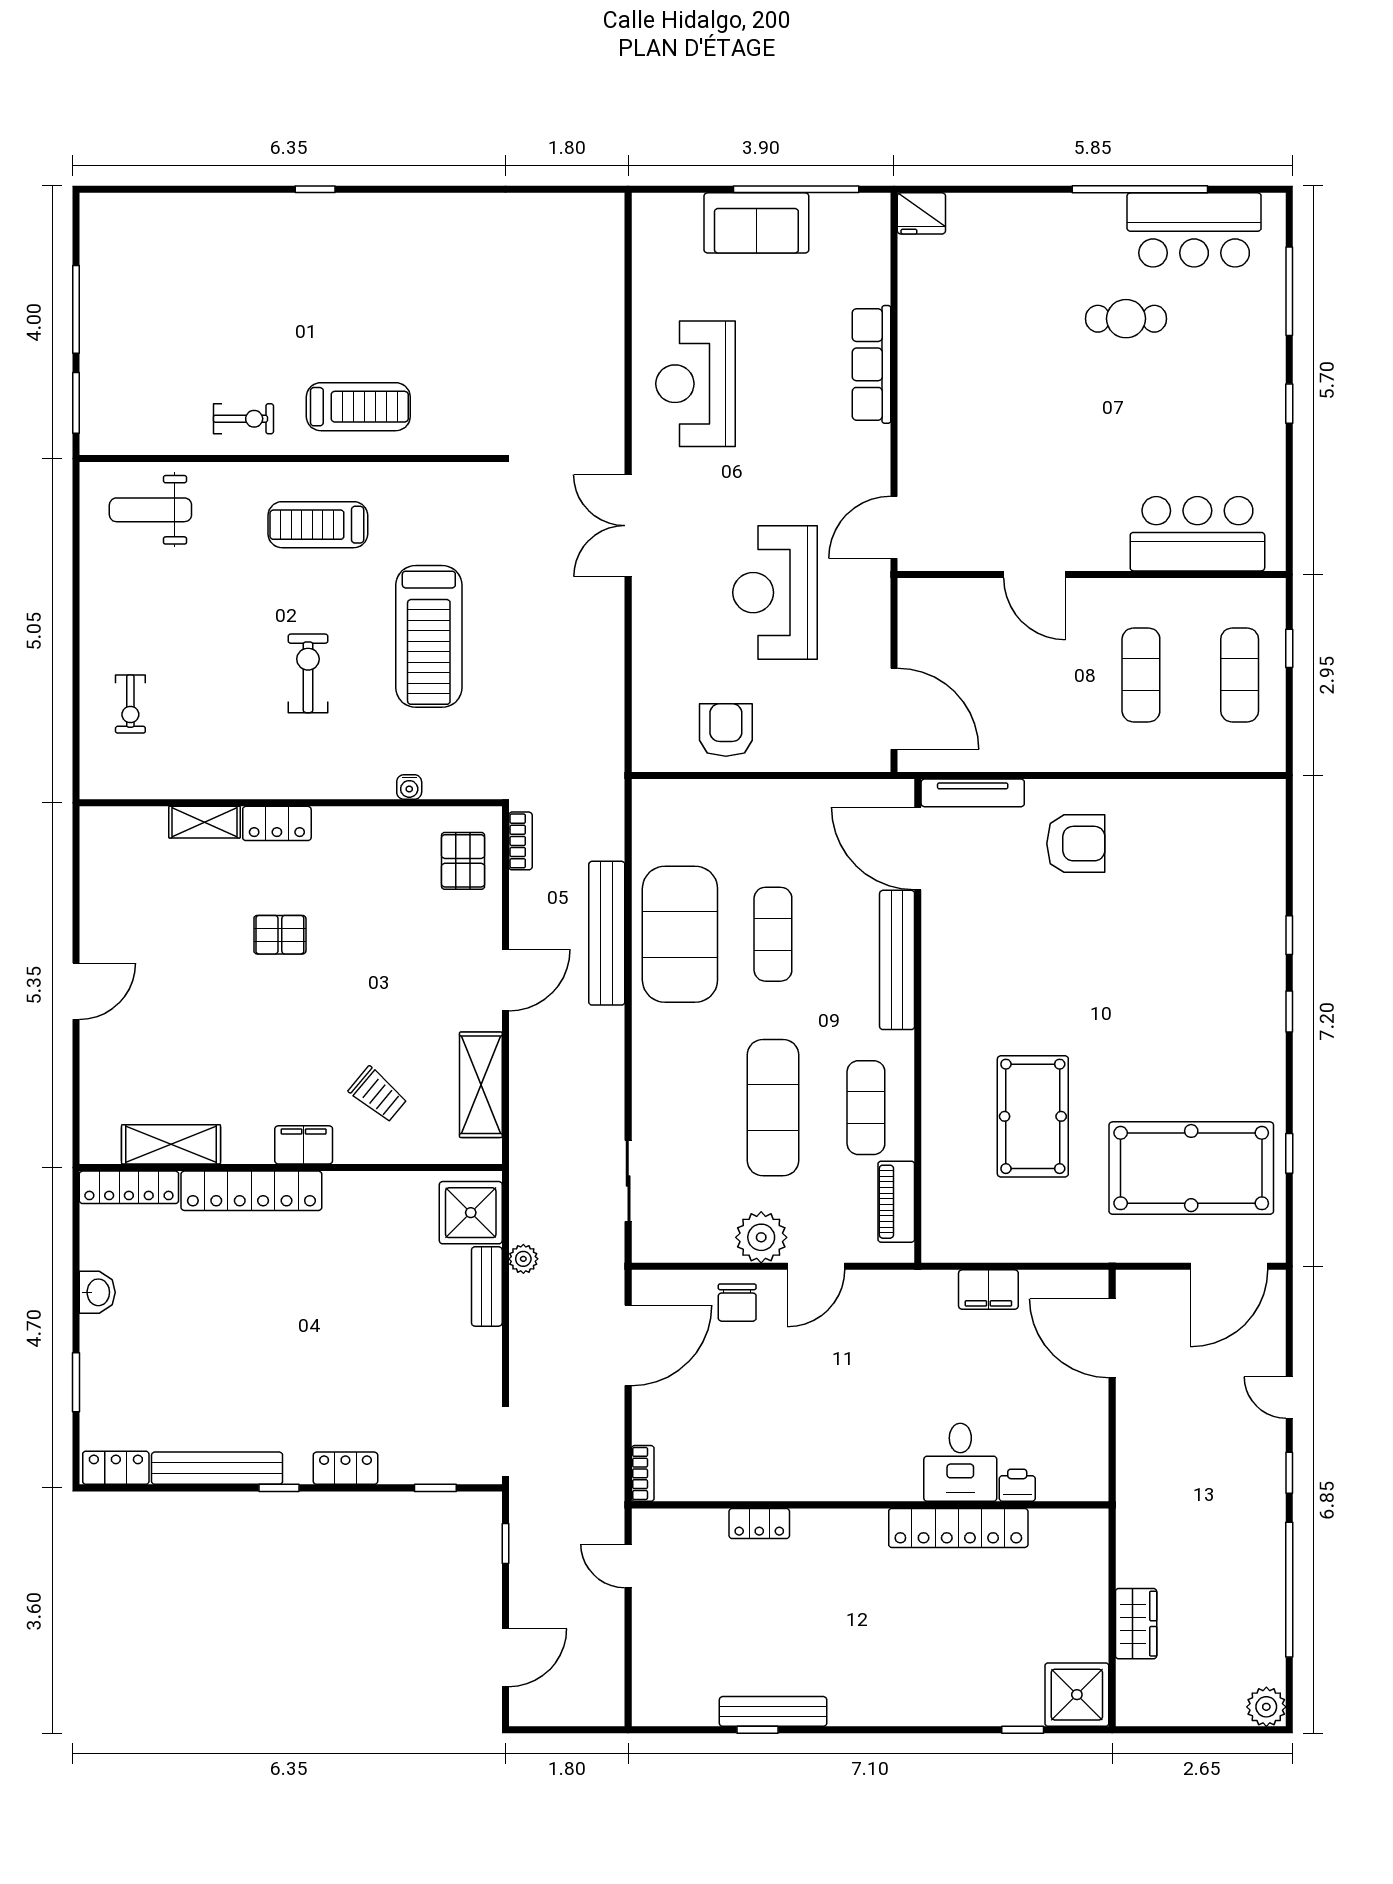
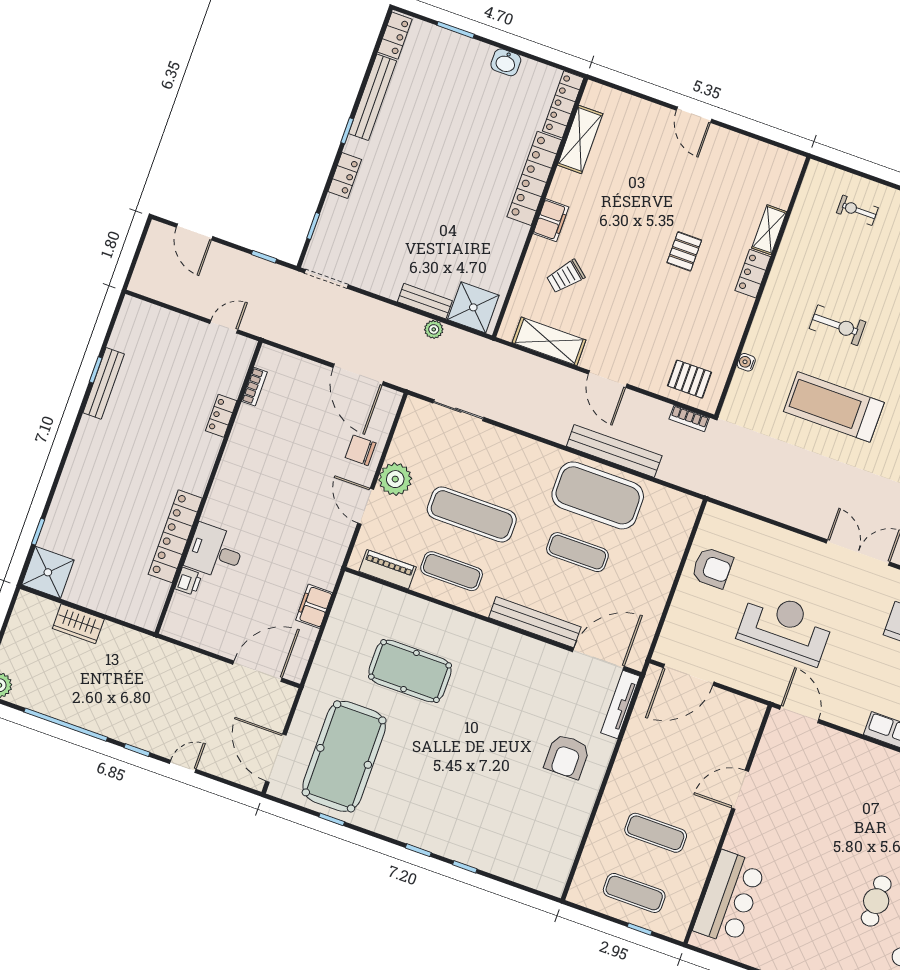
bookcase: (643, 1473) -> (254, 387), moved, turned -90

